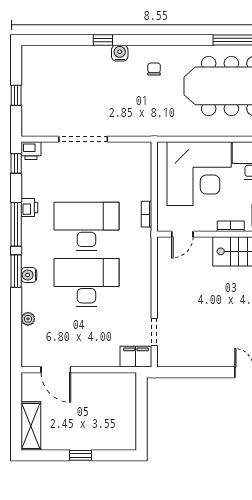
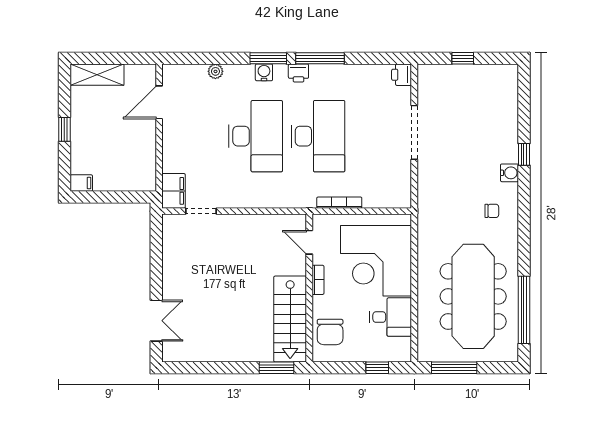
window: (16, 163) -> (388, 58), removed
printer: (29, 207) -> (298, 73), moved
bookcase: (147, 214) -> (339, 203), width x1.56
bookcase: (231, 226) -> (318, 280), moved
filing cabinet: (129, 440) -> (81, 183), added

